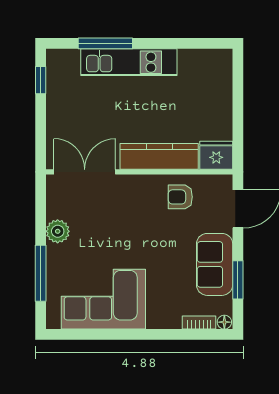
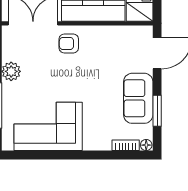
armchair: (180, 197) -> (69, 43), moved

